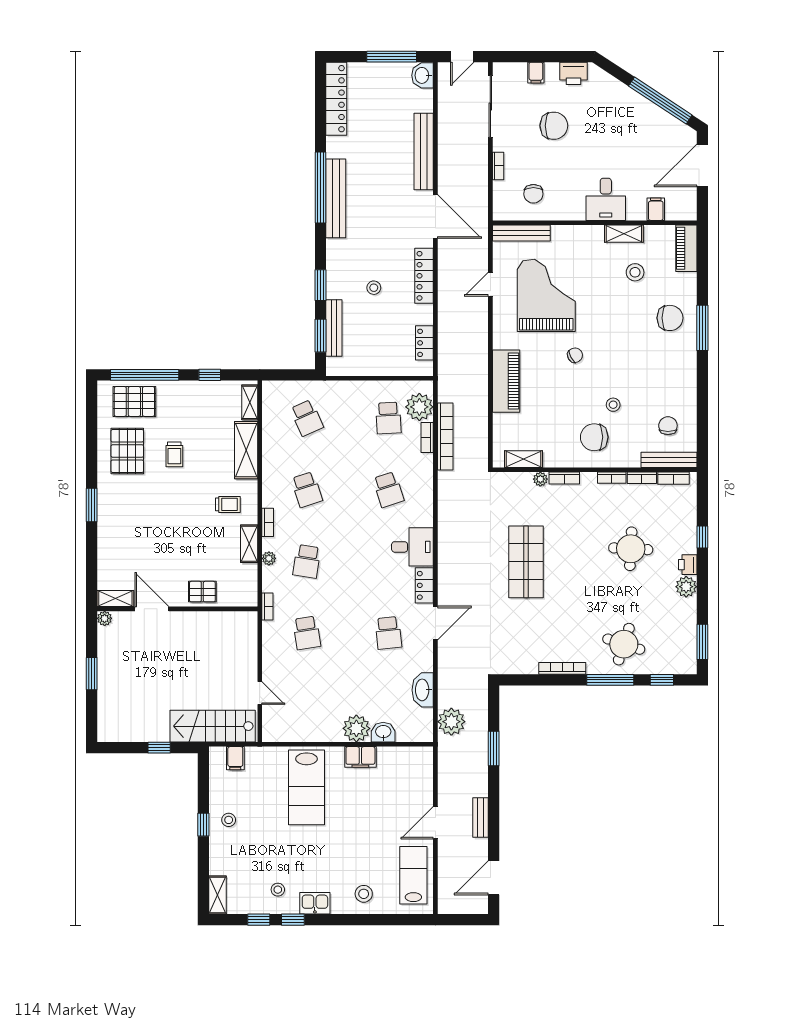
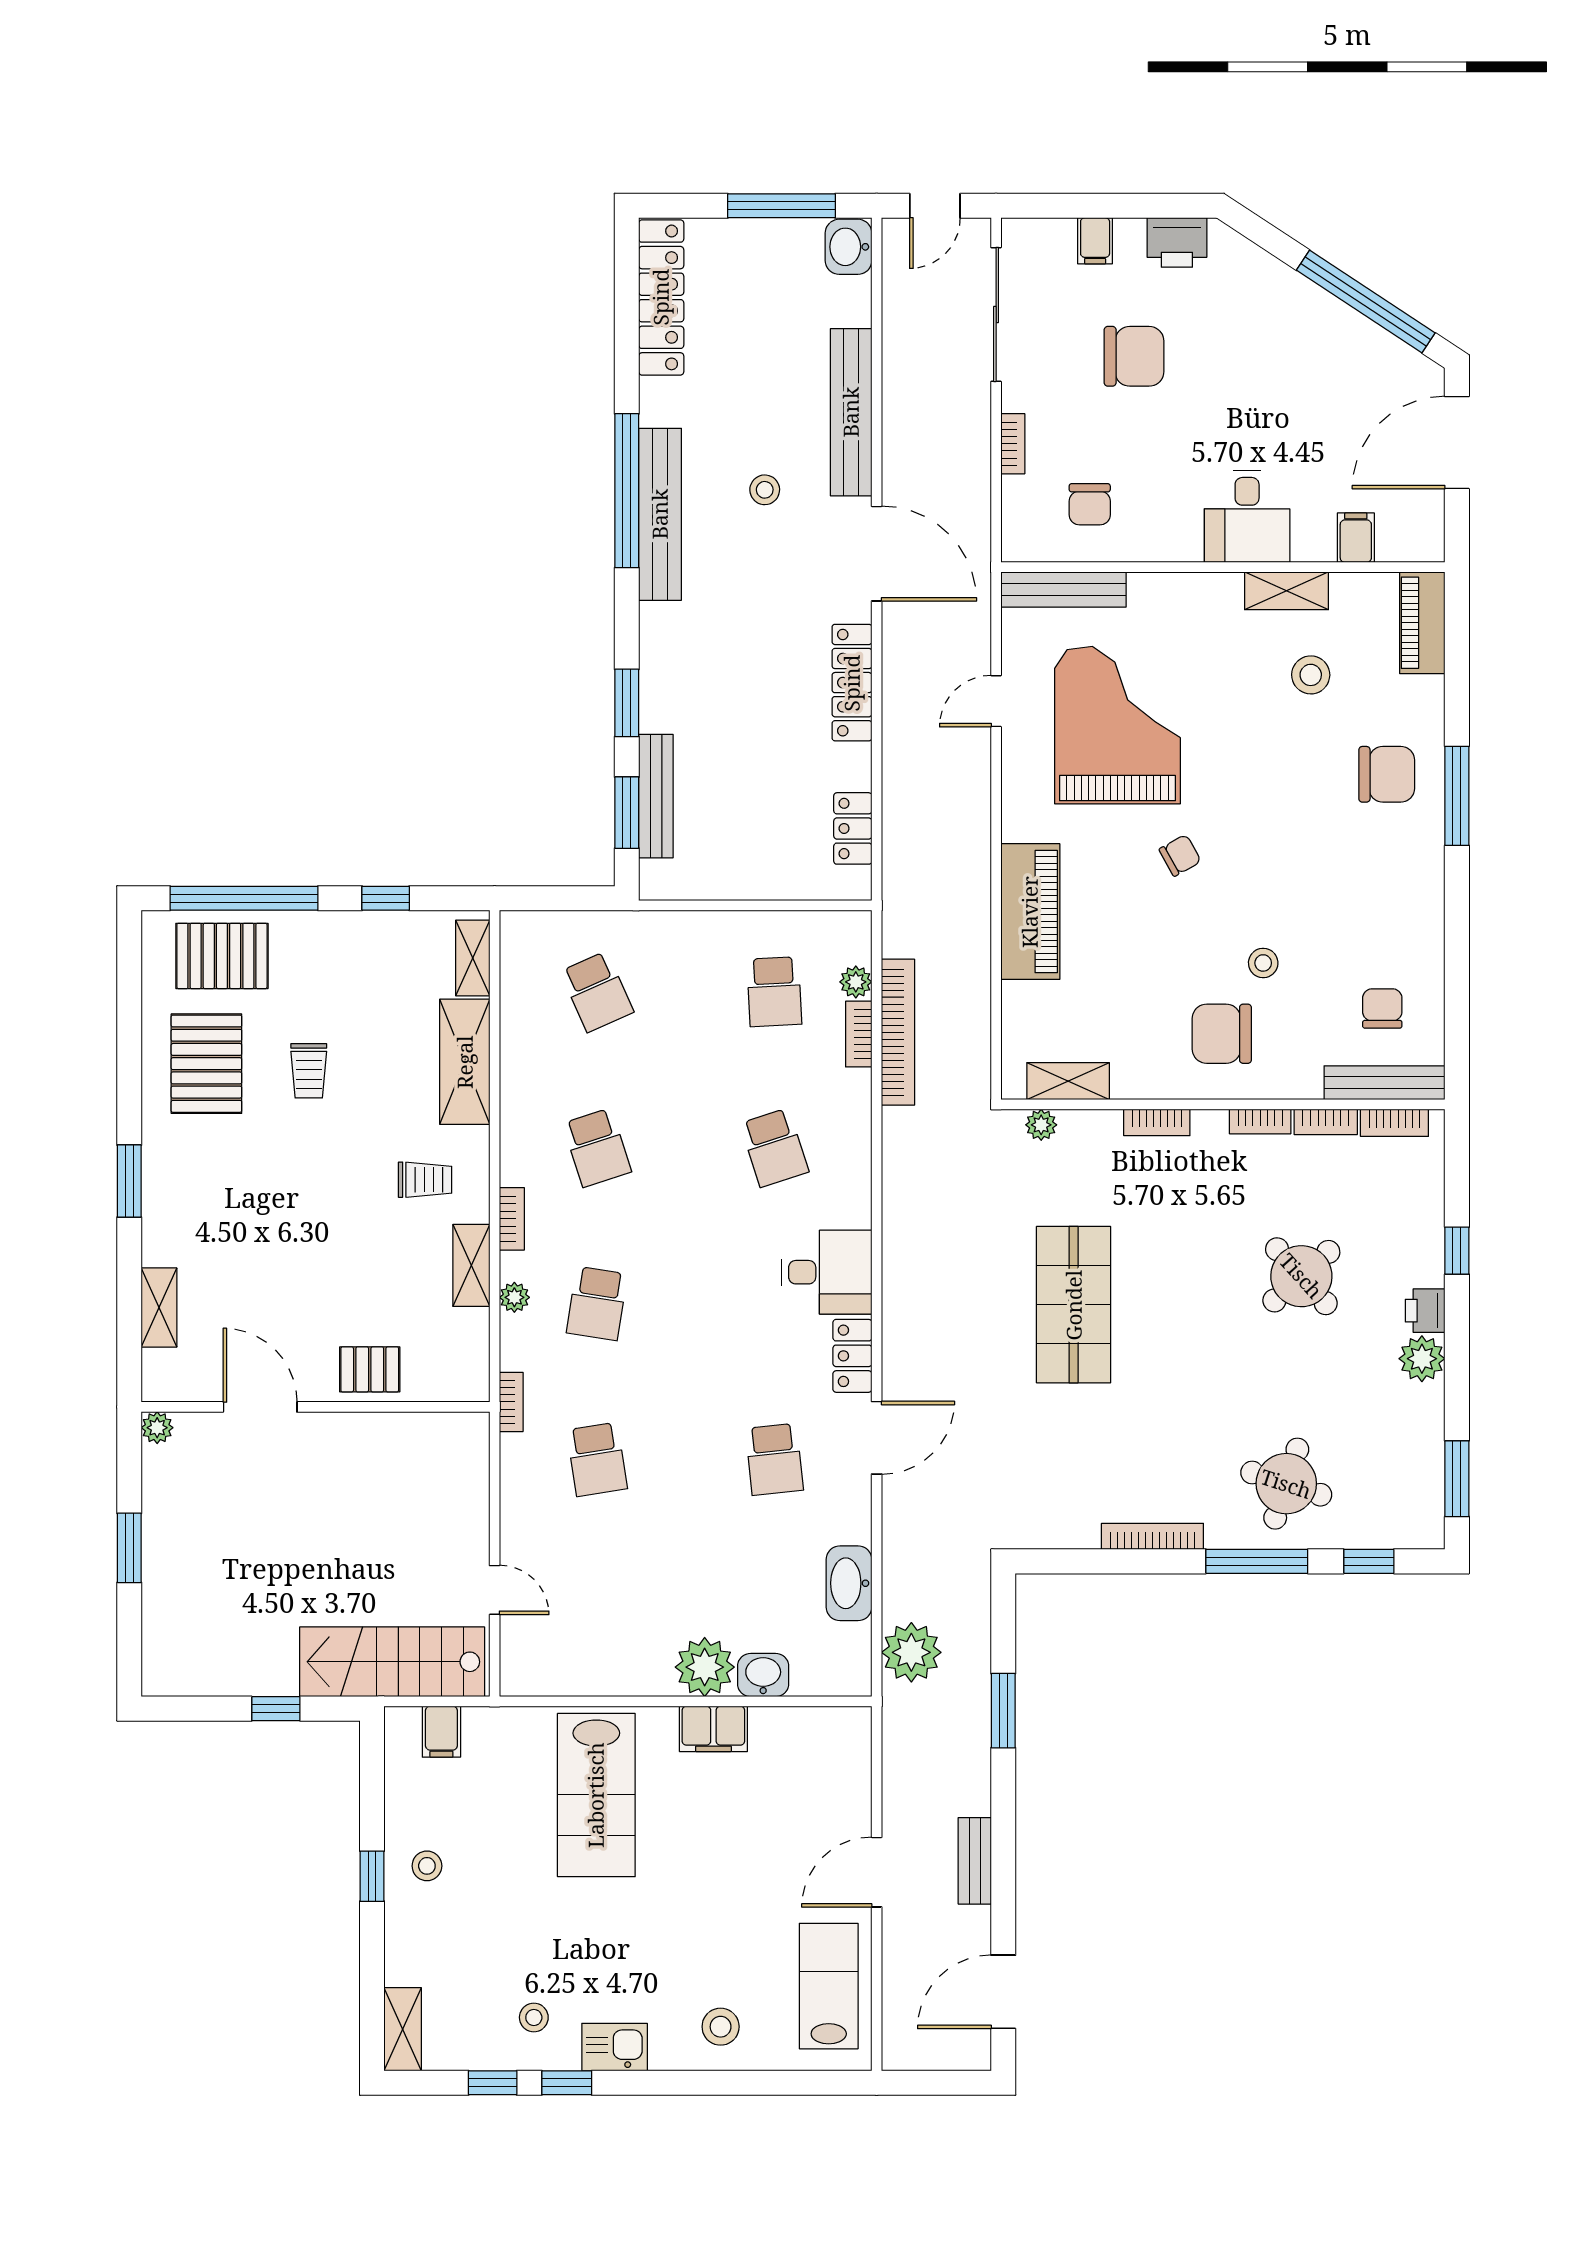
stool: (374, 288) -> (765, 490), moved
plant: (419, 407) -> (856, 982), width x0.53, depth x0.53
plant: (540, 479) -> (1041, 1125), moved
round table: (631, 549) -> (1301, 1276), turned 45
shelving: (115, 598) -> (159, 1308), moved, turned 90

